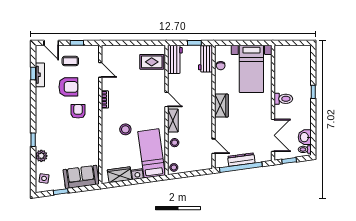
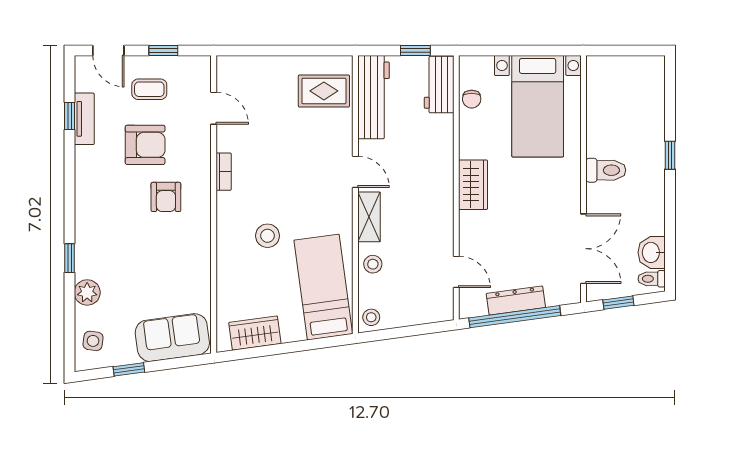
workbench: (175, 59) -> (373, 97), width x1.38
armchair: (78, 111) -> (166, 197), turned 180
nightstand: (137, 174) -> (293, 332), removed

